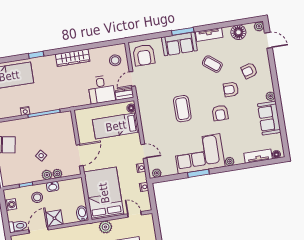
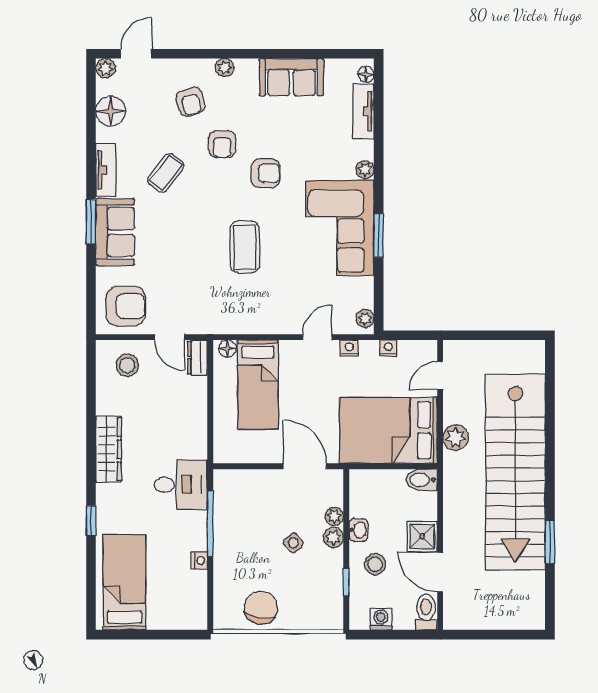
desk: (101, 89) -> (181, 485), moved
plant: (270, 96) -> (225, 68), moved
coffee table: (182, 109) -> (245, 247), turned 90

